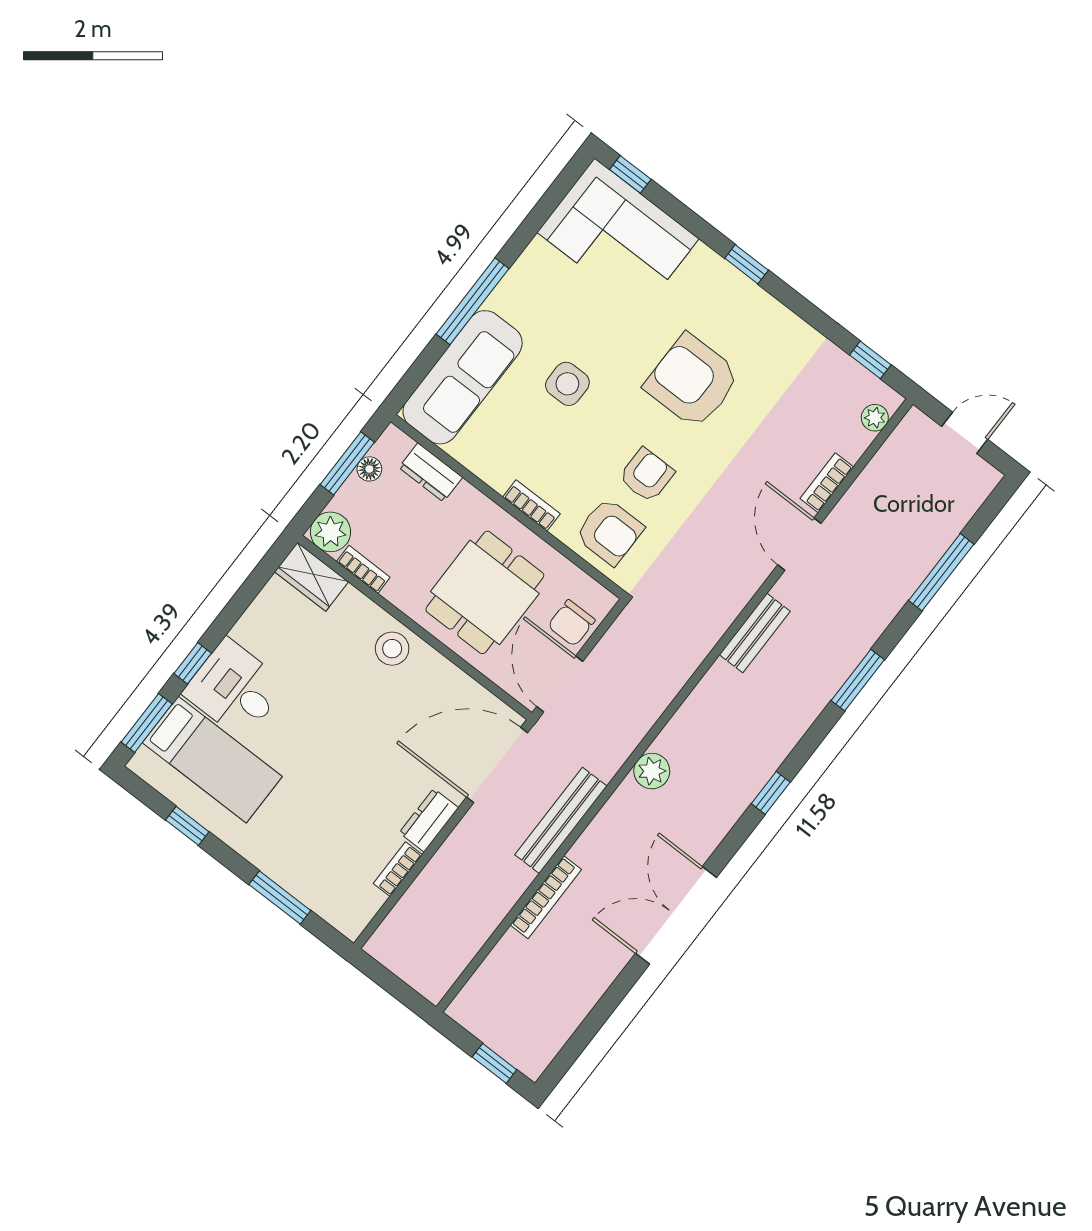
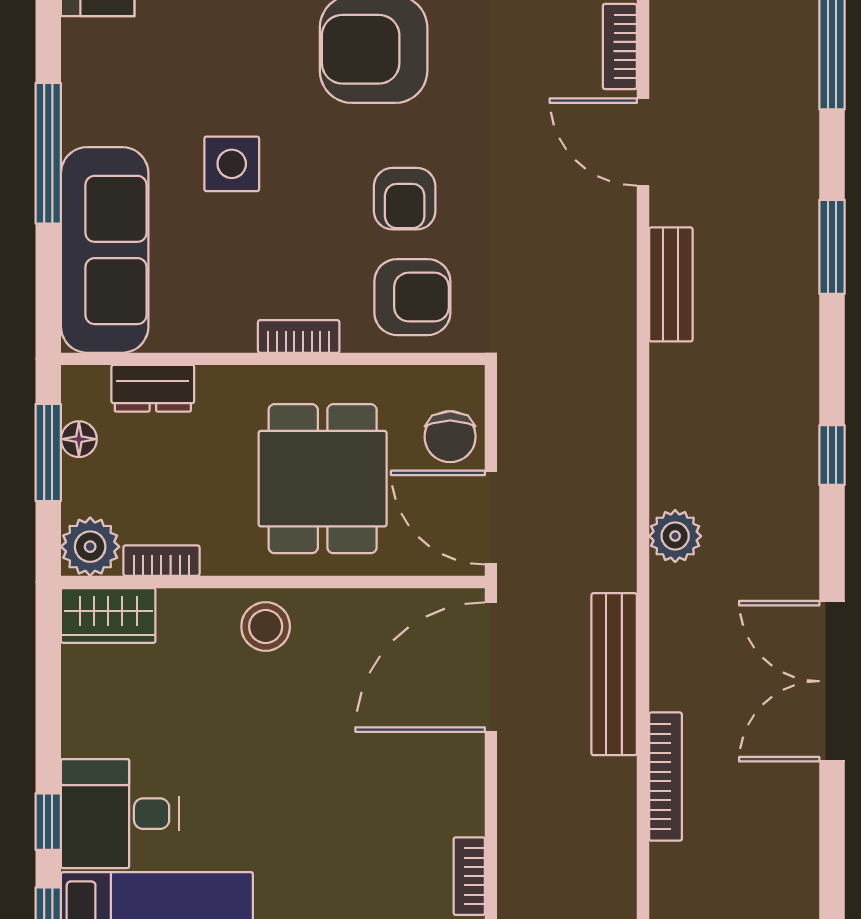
armchair: (647, 475) -> (405, 199), turned 180
dresser: (429, 820) -> (462, 792), removed

